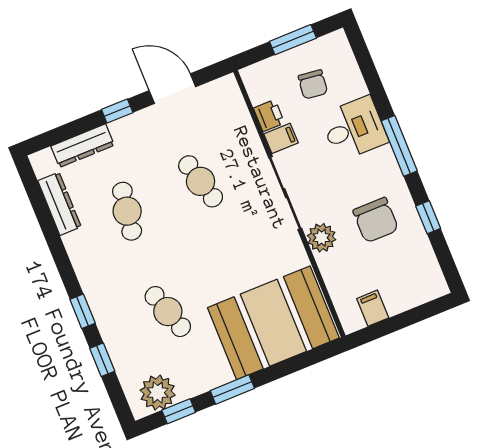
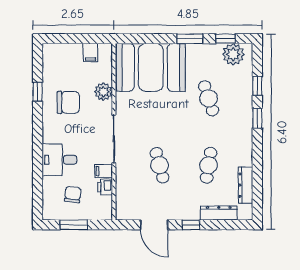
window: (399, 146) -> (38, 139), removed
chair: (376, 220) -> (68, 102), turned 90
plant: (322, 238) -> (103, 92), moved

